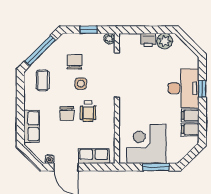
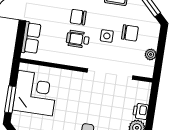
window: (88, 30) -> (160, 52), removed
plant: (109, 39) -> (151, 54), moved

